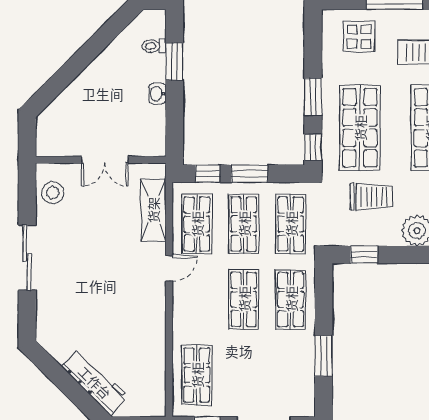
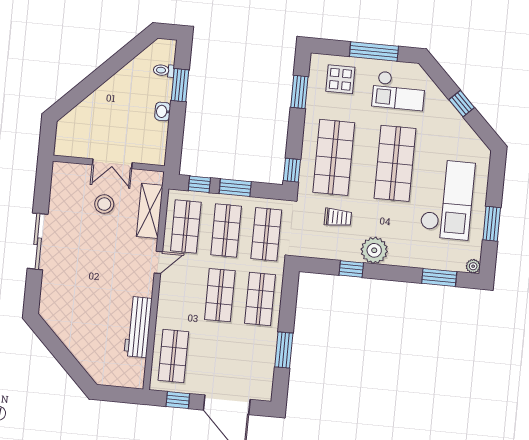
window: (313, 97) -> (299, 92), moved
stool: (53, 193) -> (104, 204), moved
trolley: (371, 197) -> (338, 218), width x0.73, depth x0.72
window: (364, 255) -> (351, 269), moved
workbench: (95, 382) -> (138, 327), moved, turned -135

